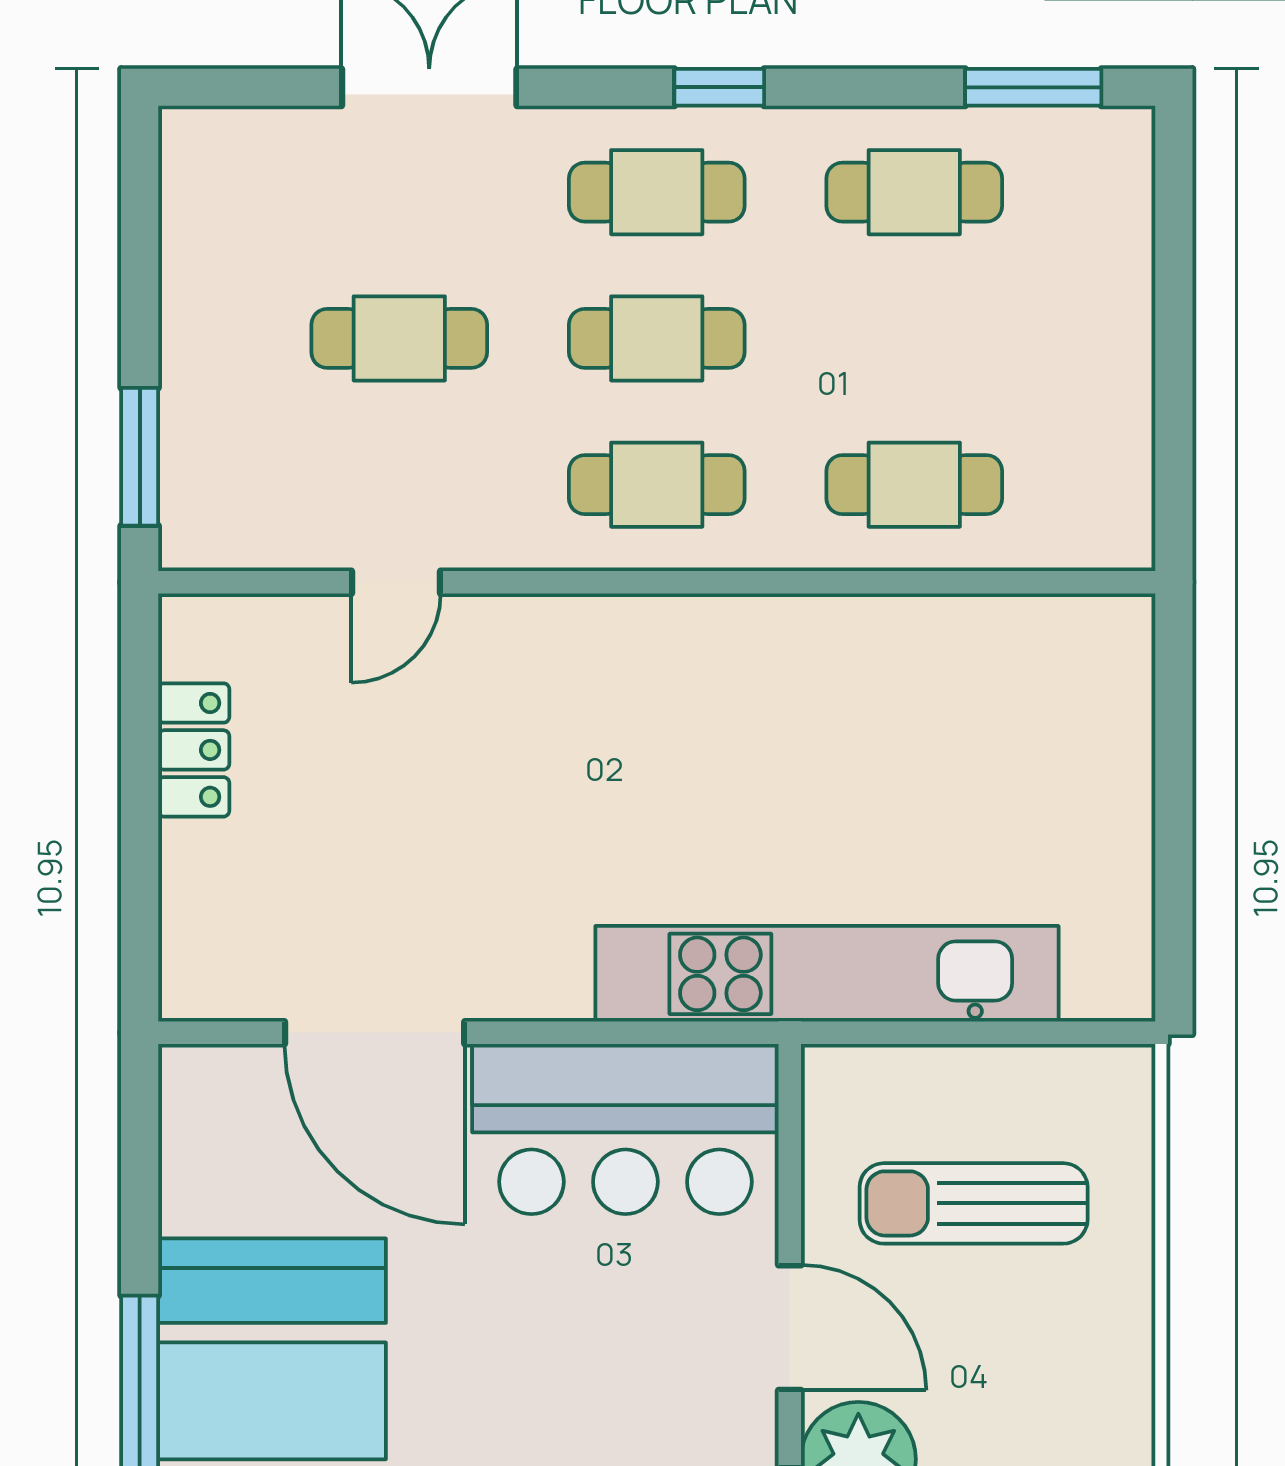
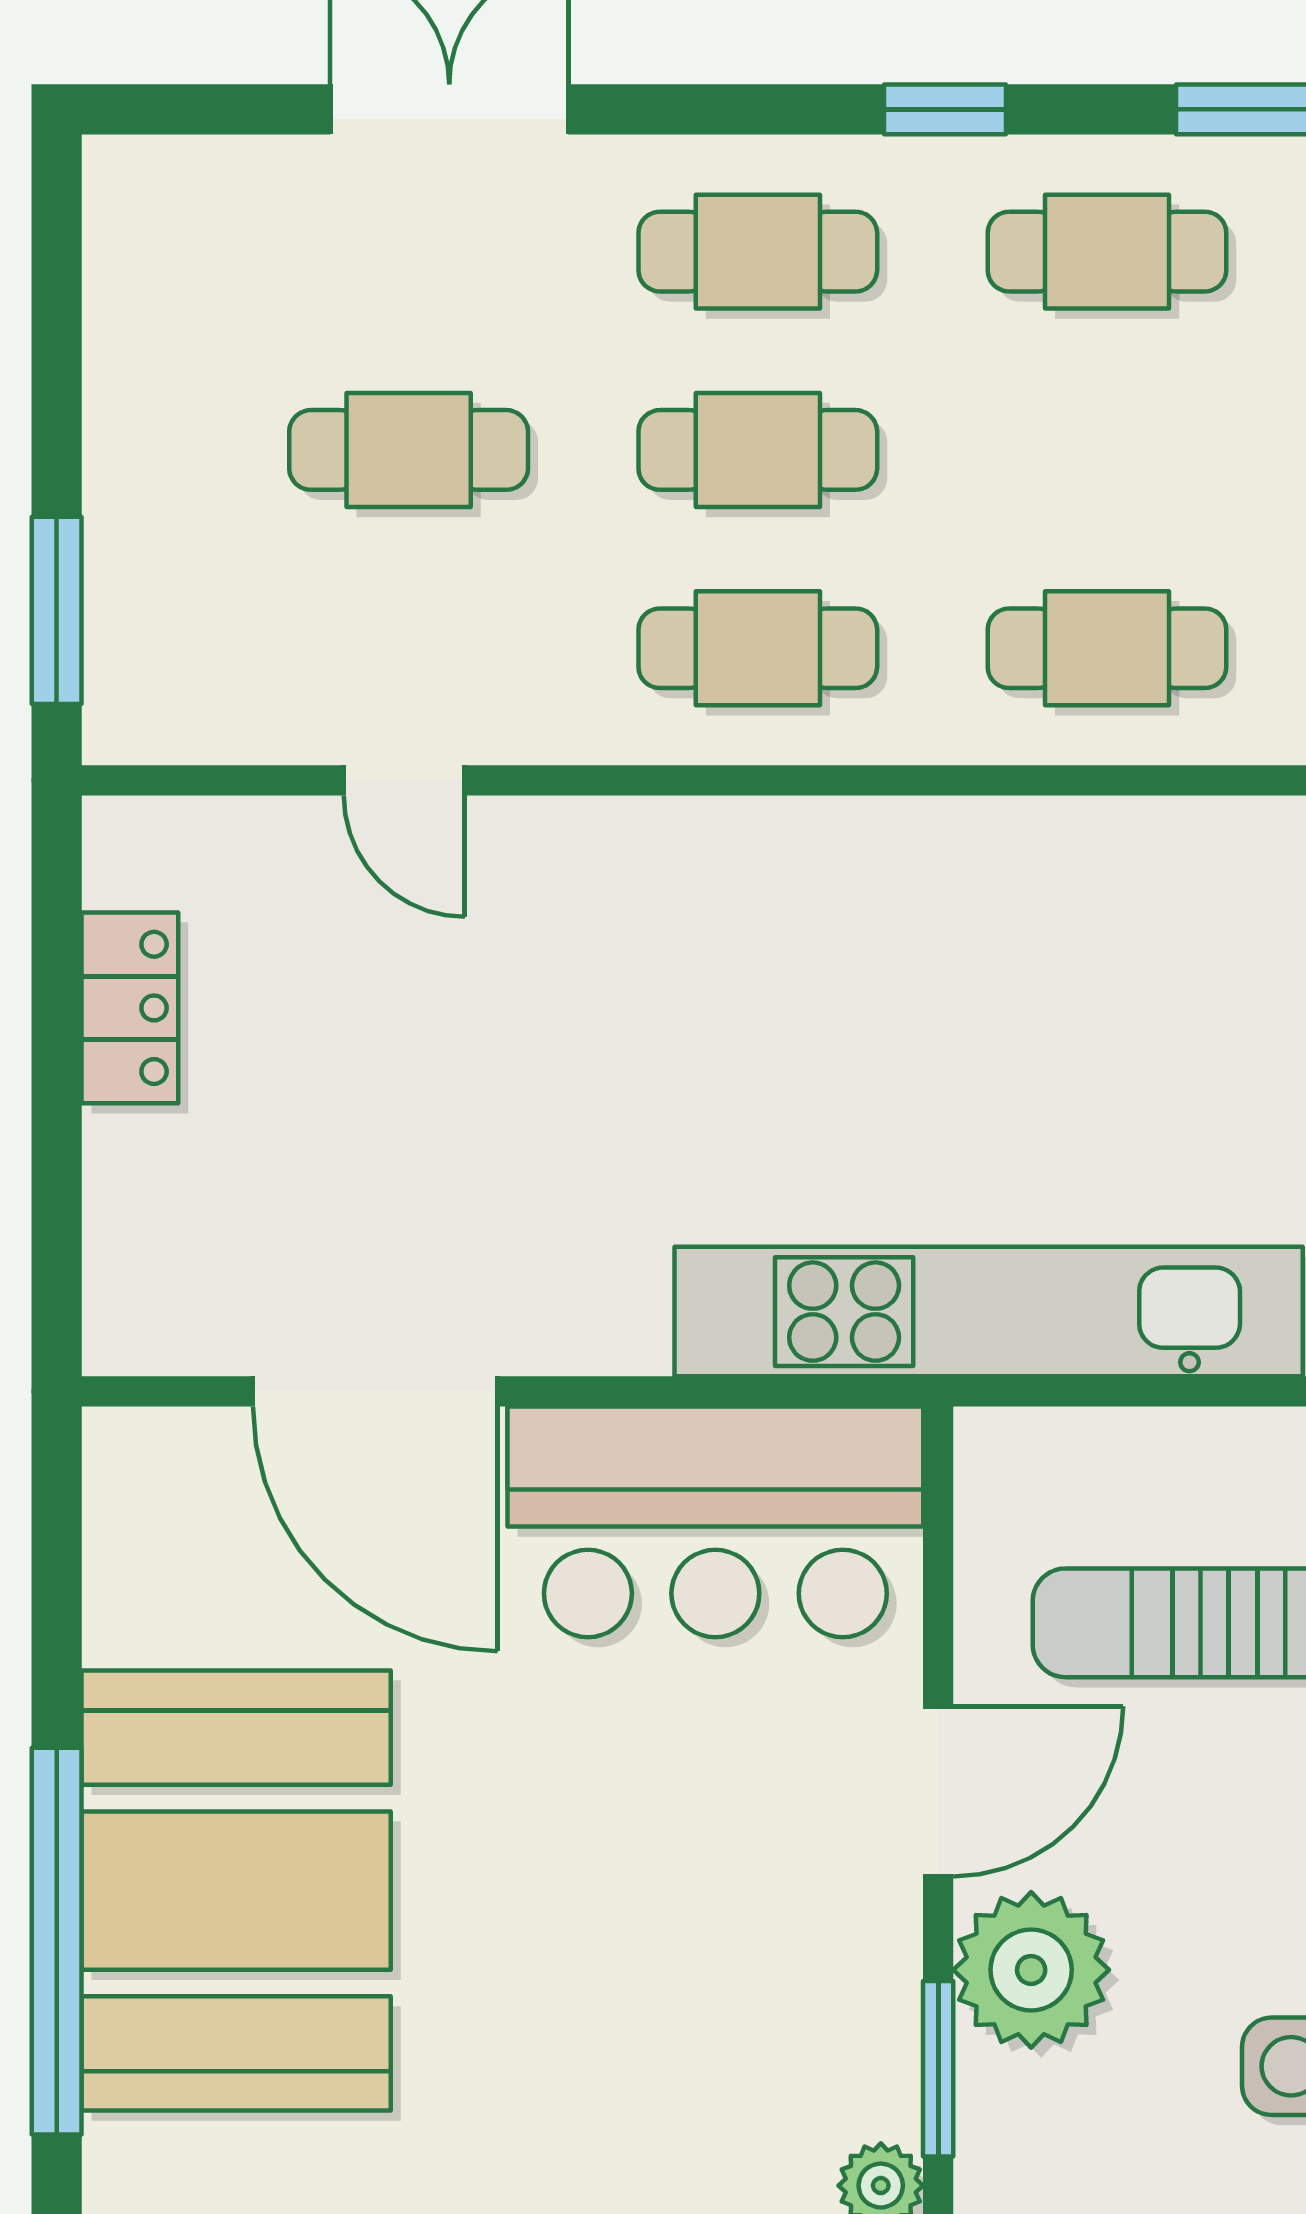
window: (719, 87) -> (945, 109), moved
door: (396, 582) -> (404, 780), hinge flipped
door: (790, 1328) -> (938, 1791), hinge flipped

